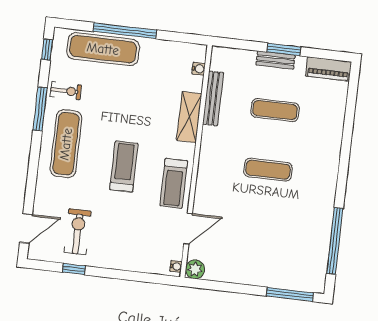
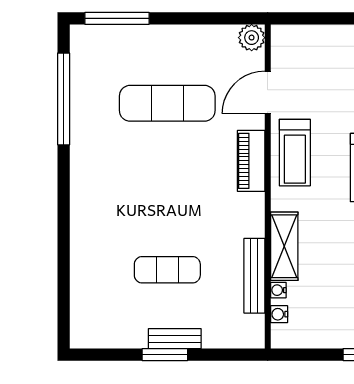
piano: (329, 69) -> (251, 161), moved, turned -90
exercise mat: (268, 170) -> (167, 103), moved, width x1.36, depth x1.45
treadmill: (174, 183) -> (295, 153), turned 180
water cooler: (176, 266) -> (278, 290), moved

